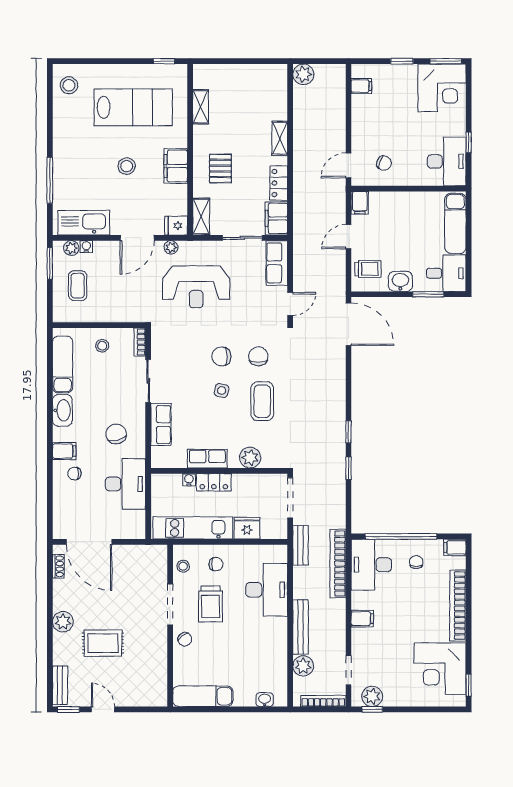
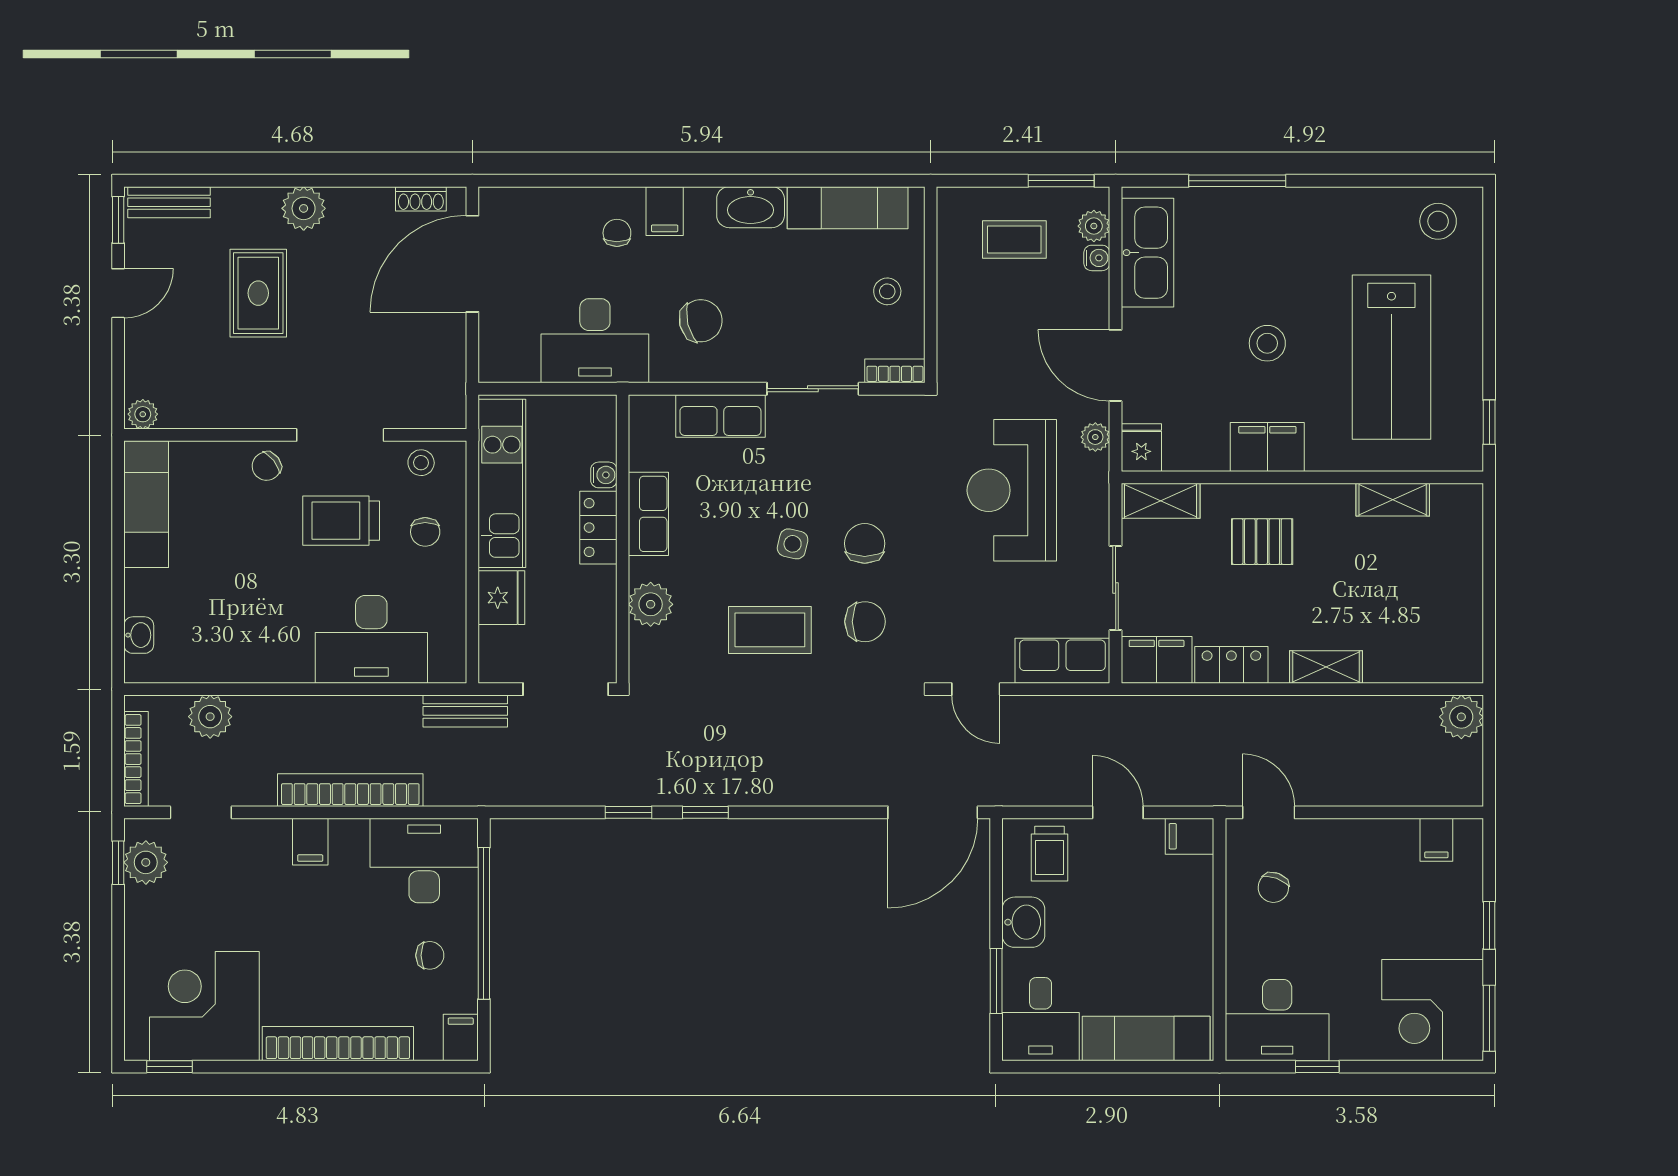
bookcase: (338, 564) -> (350, 790), moved
bench: (301, 627) -> (293, 711), removed
plant: (160, 698) -> (143, 414), added

